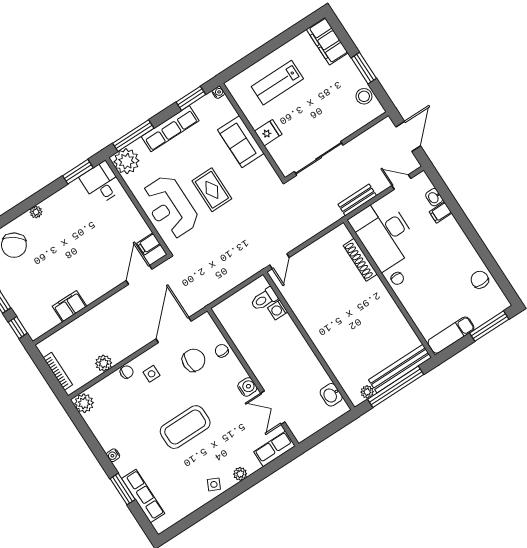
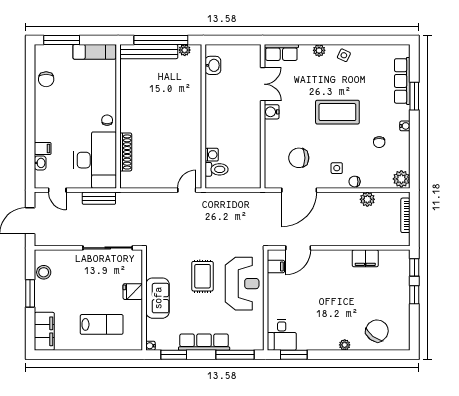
plant: (126, 161) -> (252, 339), removed
chair: (222, 351) -> (379, 142), moved

